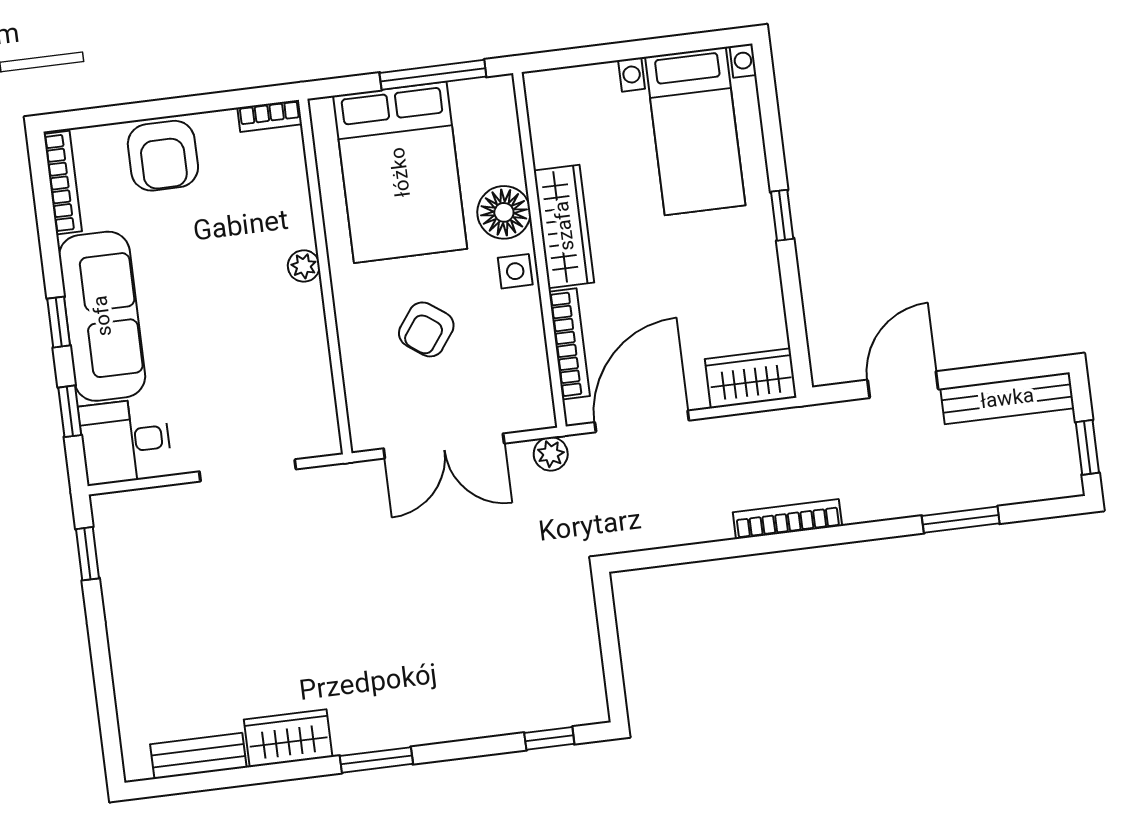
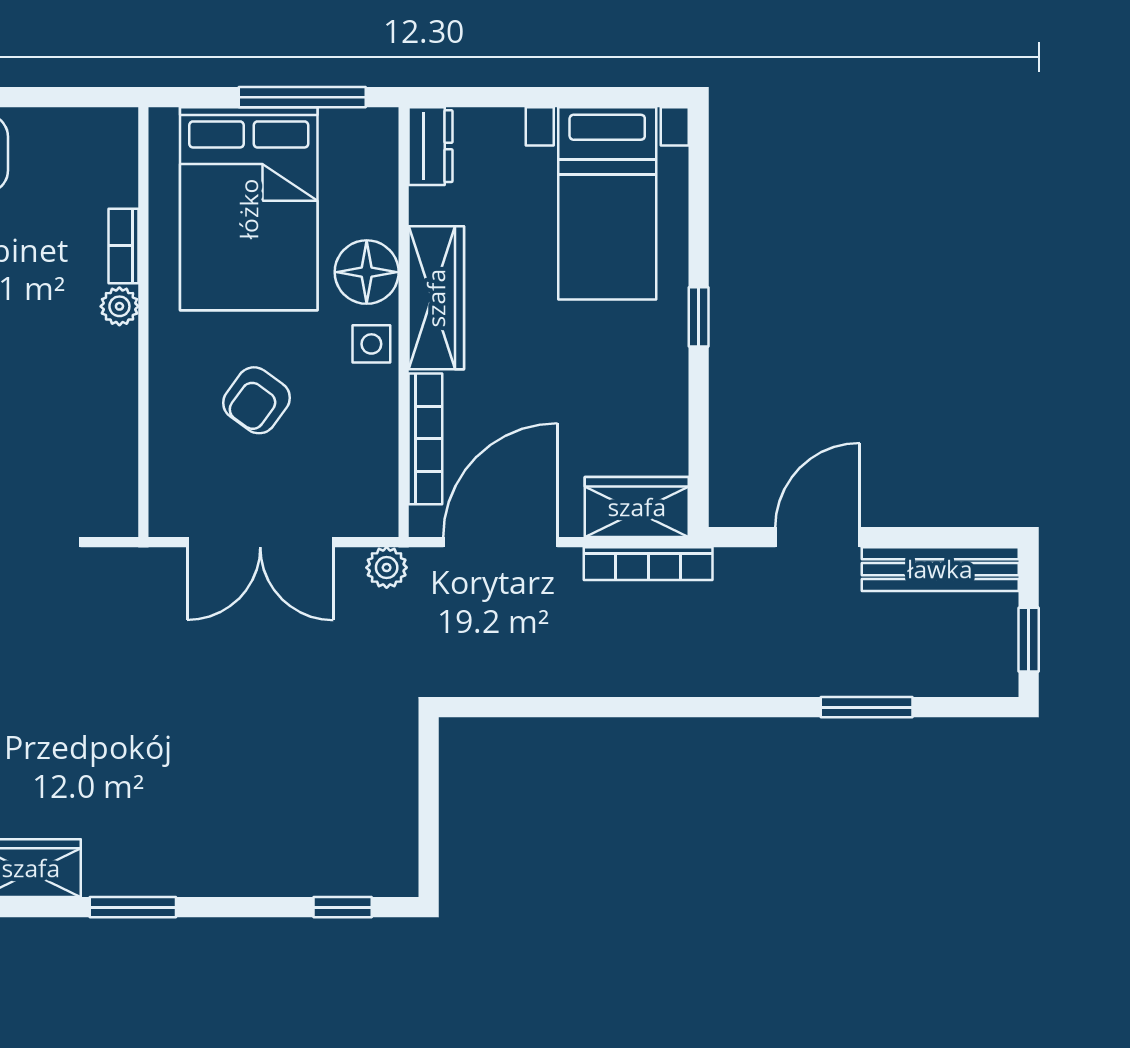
dresser: (544, 102) -> (431, 146), added
bookcase: (270, 116) -> (124, 246), moved, turned 90
bookcase: (787, 519) -> (648, 564), moved, turned 180

